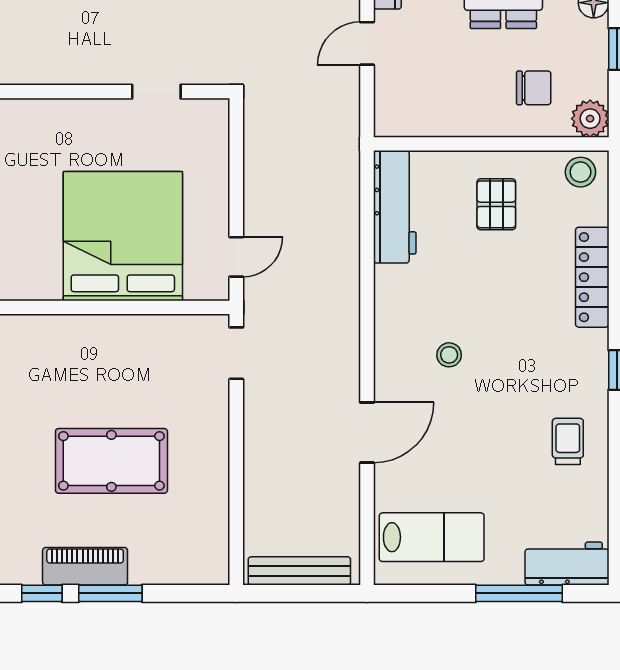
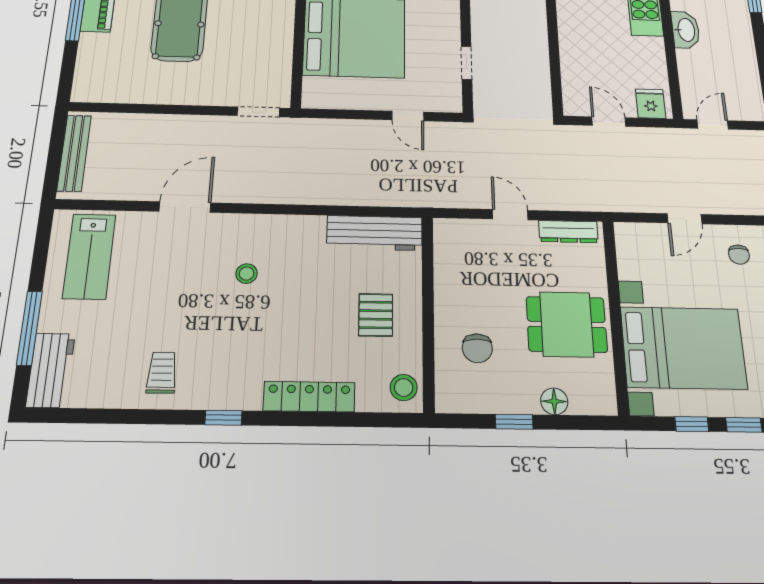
plant: (590, 119) -> (451, 397), removed
pallet: (496, 204) -> (376, 315), turned 90
door: (236, 257) -> (408, 116), moved
door: (367, 433) -> (185, 207), swing flipped
trolley: (568, 441) -> (162, 373), turned -90

